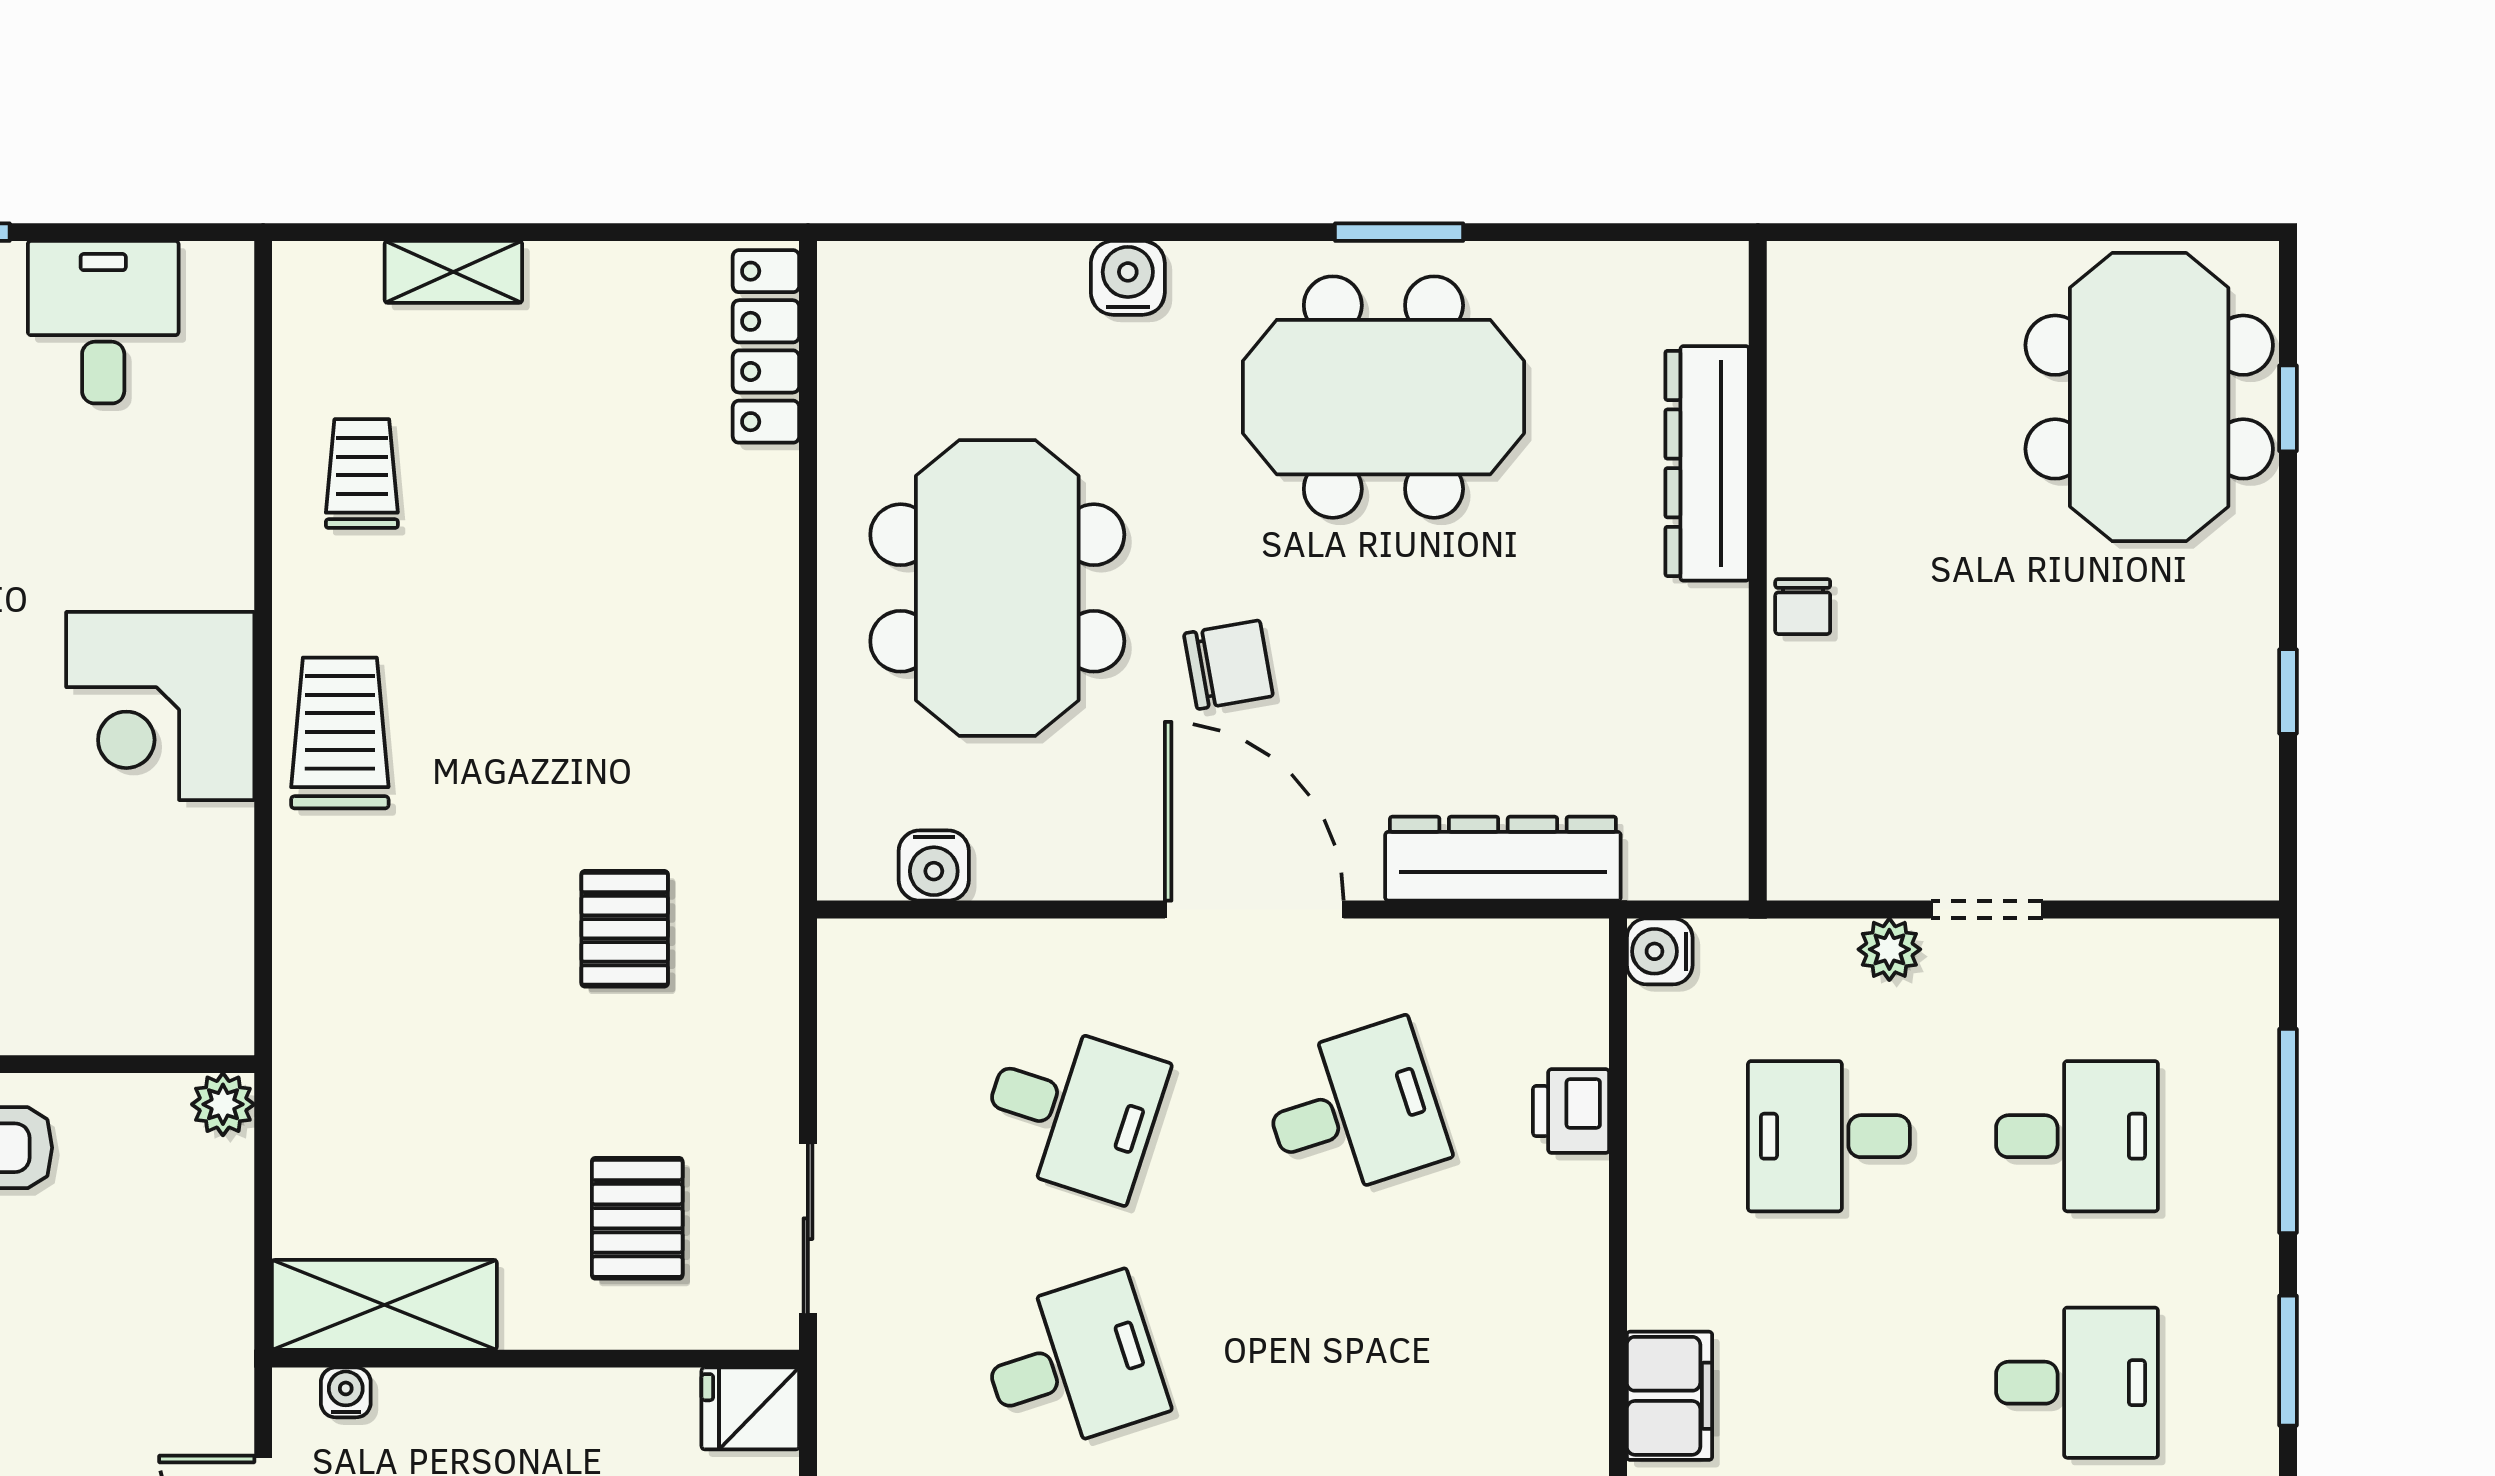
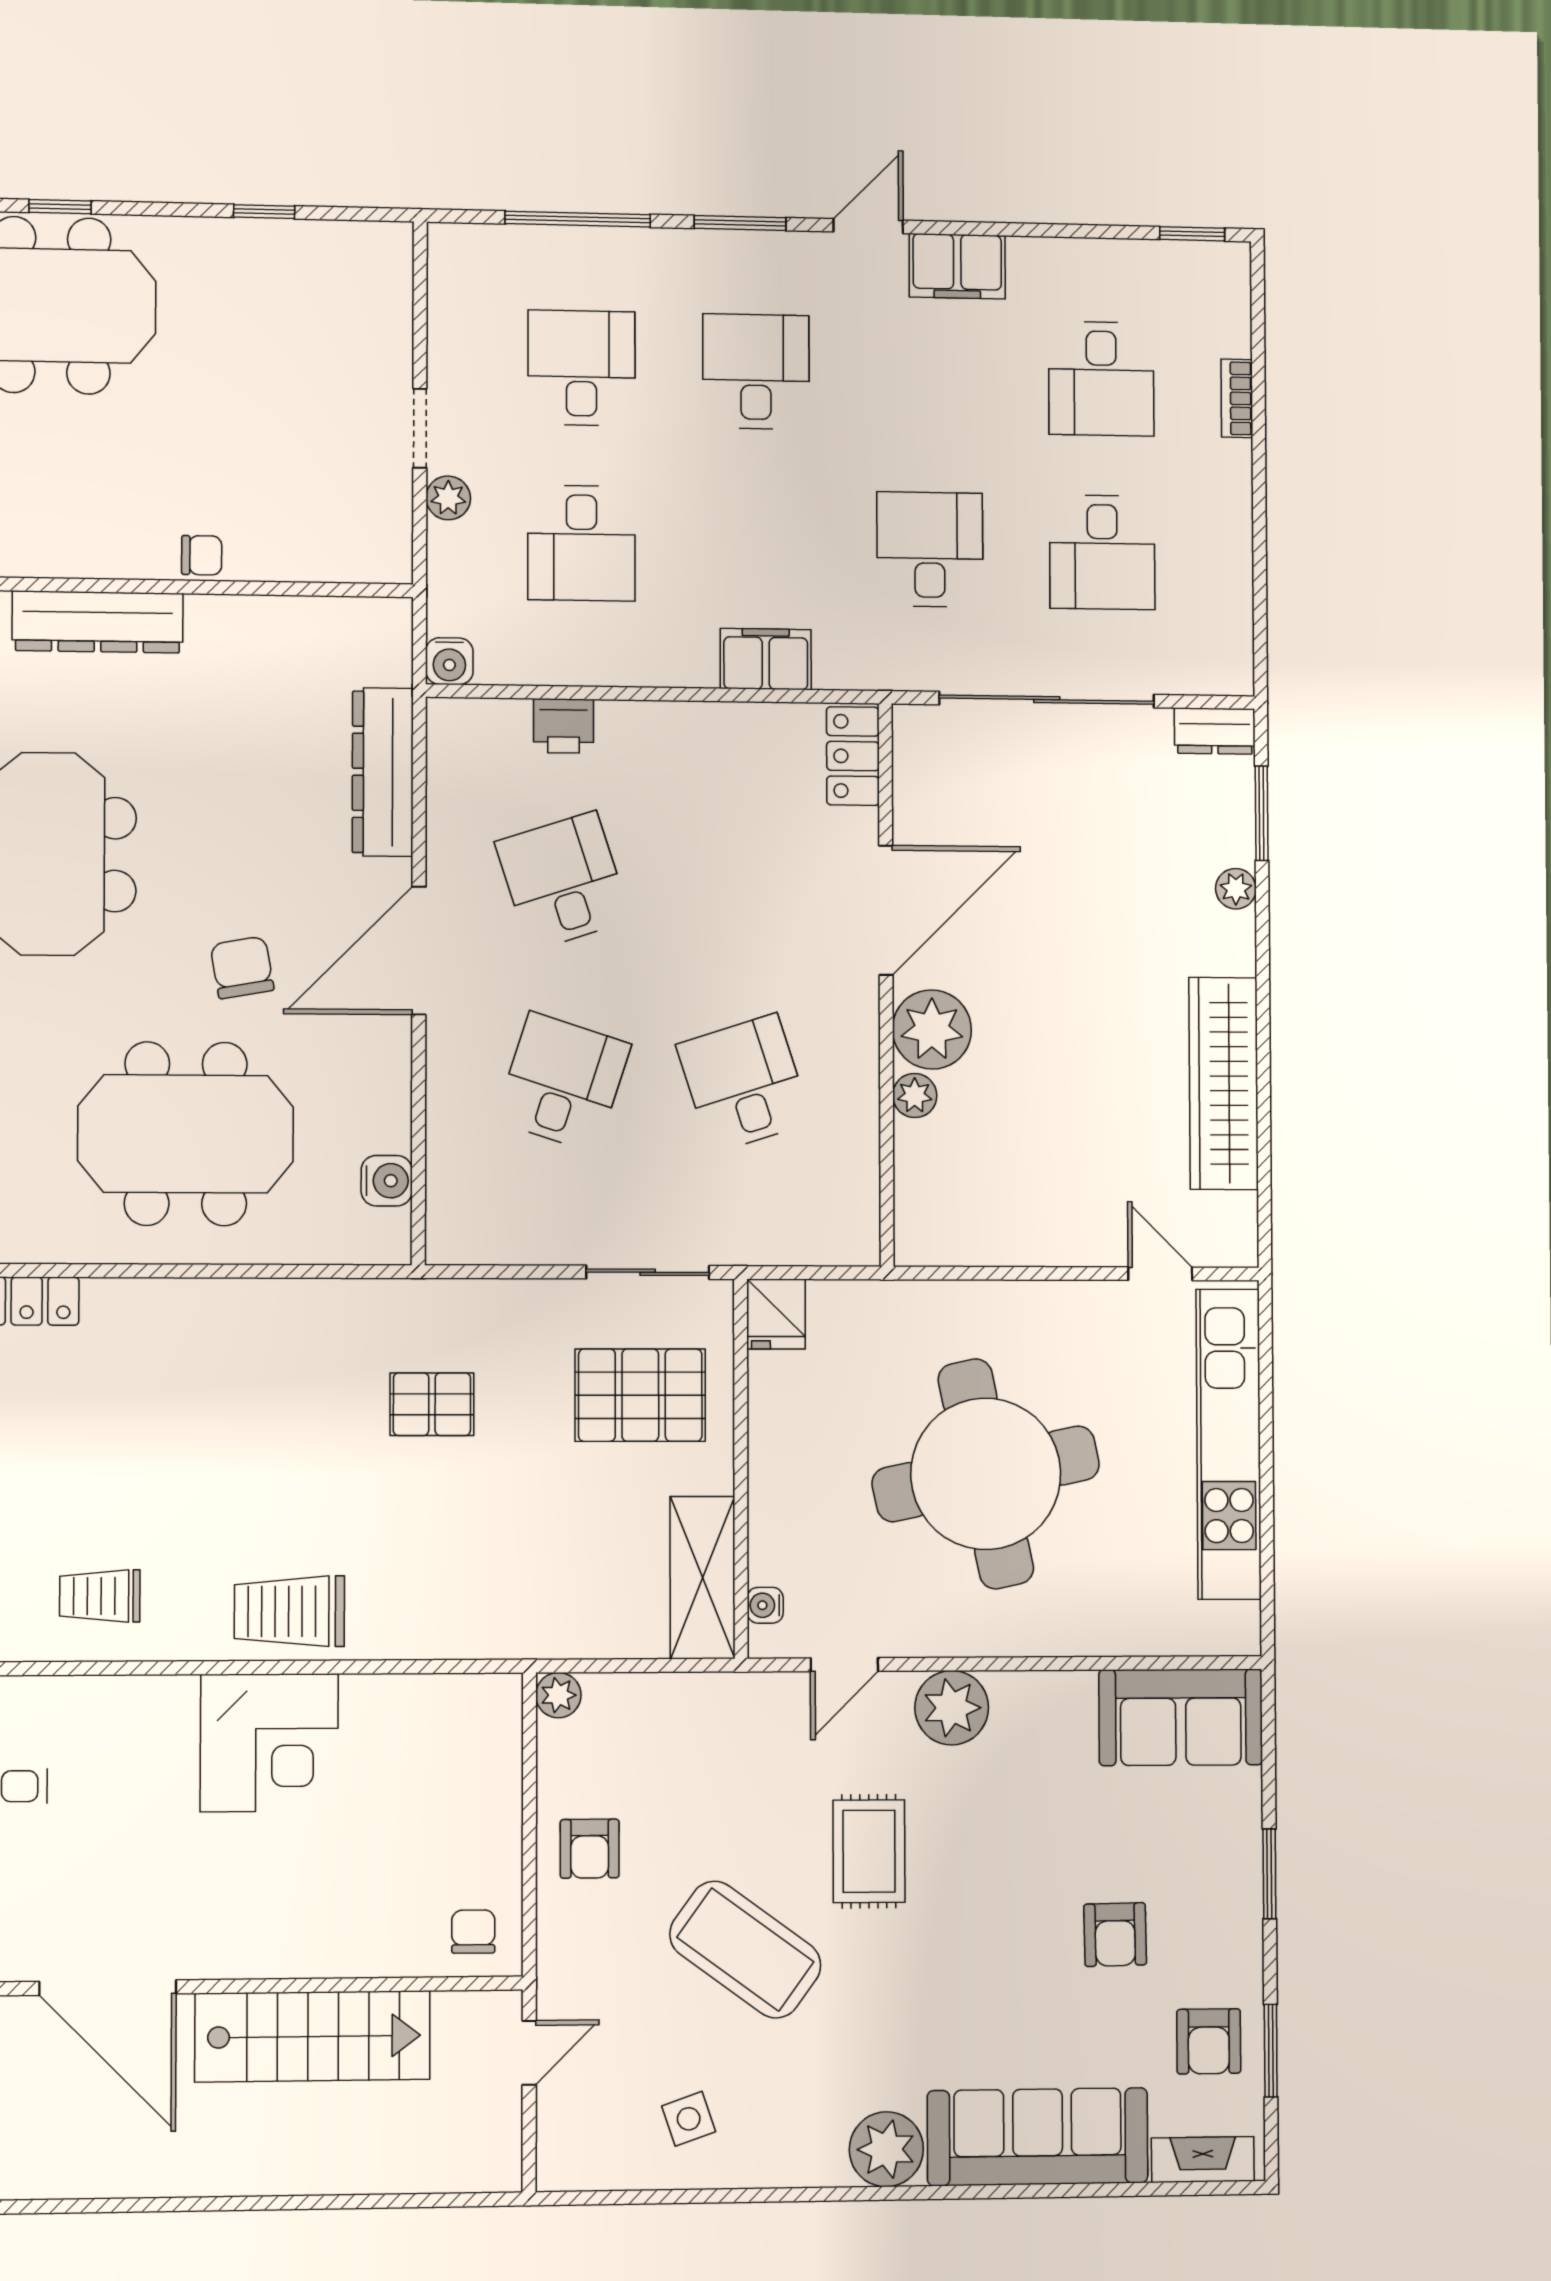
pallet: (637, 1218) -> (640, 1395), width x1.50, depth x1.42

